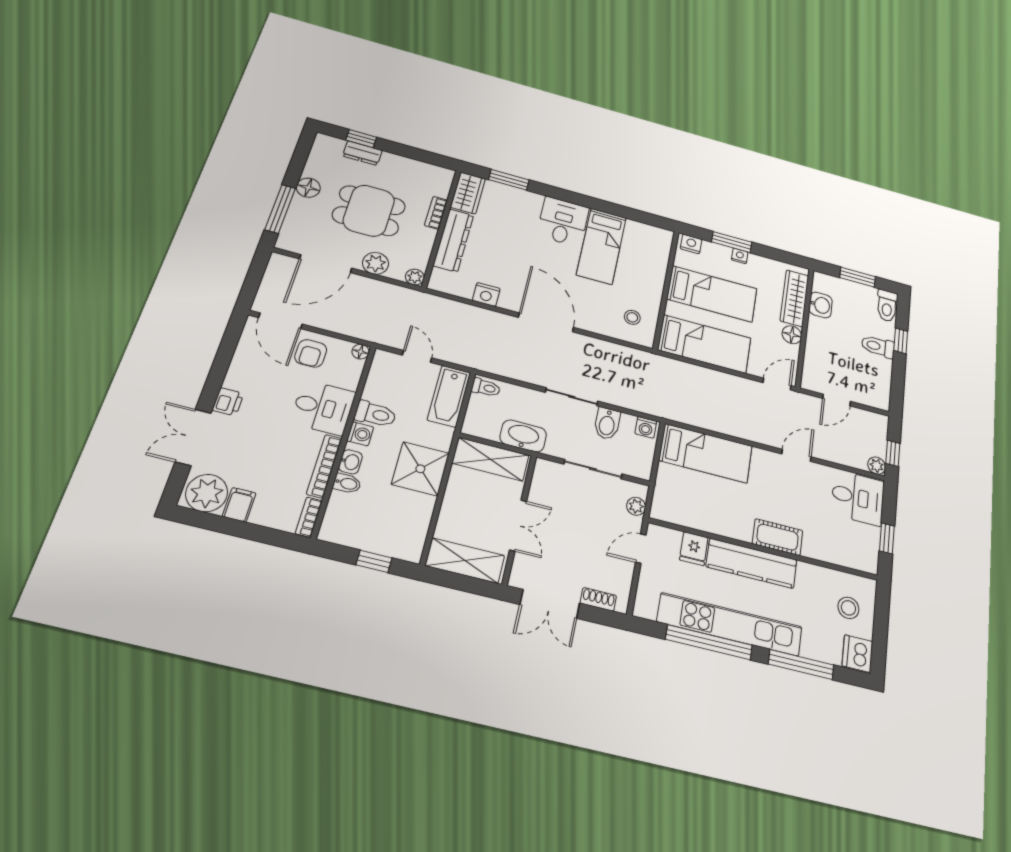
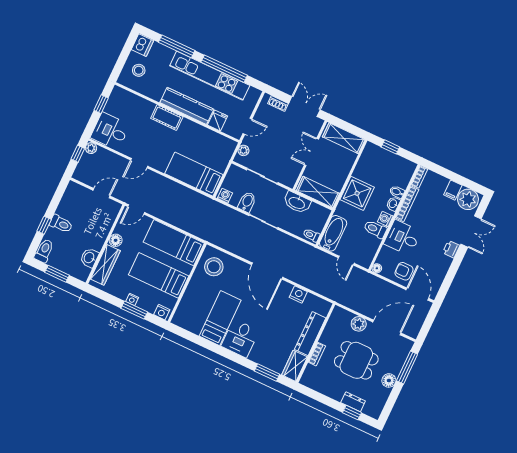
plant: (415, 277) -> (338, 312), removed
stool: (632, 317) -> (214, 267), width x1.89, depth x1.89
armchair: (311, 353) -> (404, 271), turned -90

